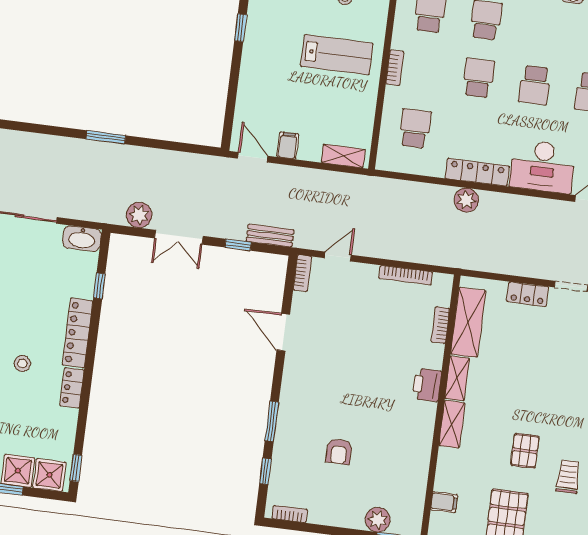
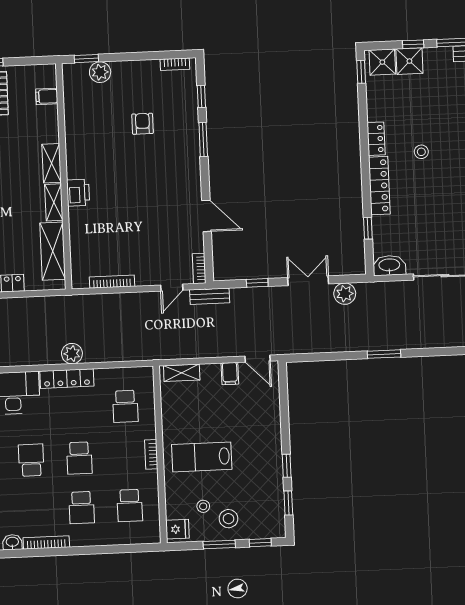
bench: (270, 236) -> (210, 296), moved
bookcase: (440, 325) -> (76, 245), removed

